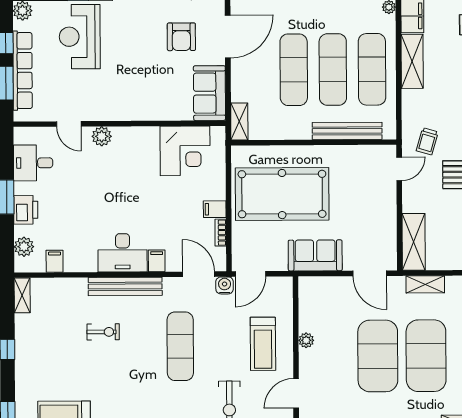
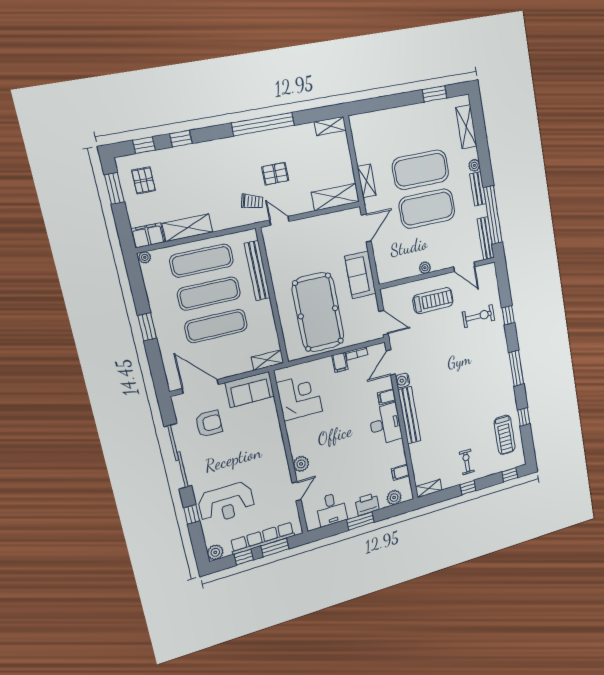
water cooler: (225, 285) -> (403, 380), moved
exercise bike: (103, 332) -> (467, 462), moved
exercise mat: (180, 346) -> (445, 363), removed

